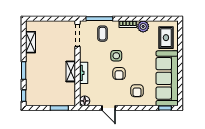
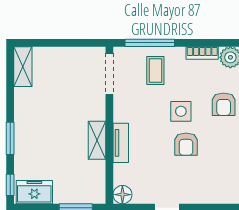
shelving: (31, 42) -> (23, 67), moved
armchair: (137, 91) -> (224, 104), moved
freezer: (37, 100) -> (34, 192), added

